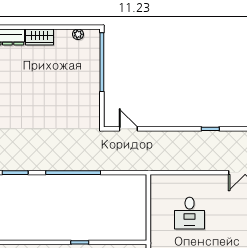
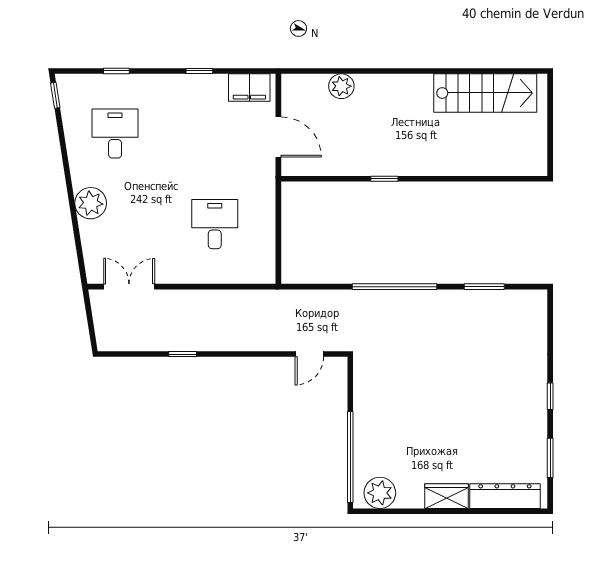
plant: (78, 34) -> (380, 493), width x1.88, depth x1.88
door: (128, 129) -> (309, 354), hinge flipped

